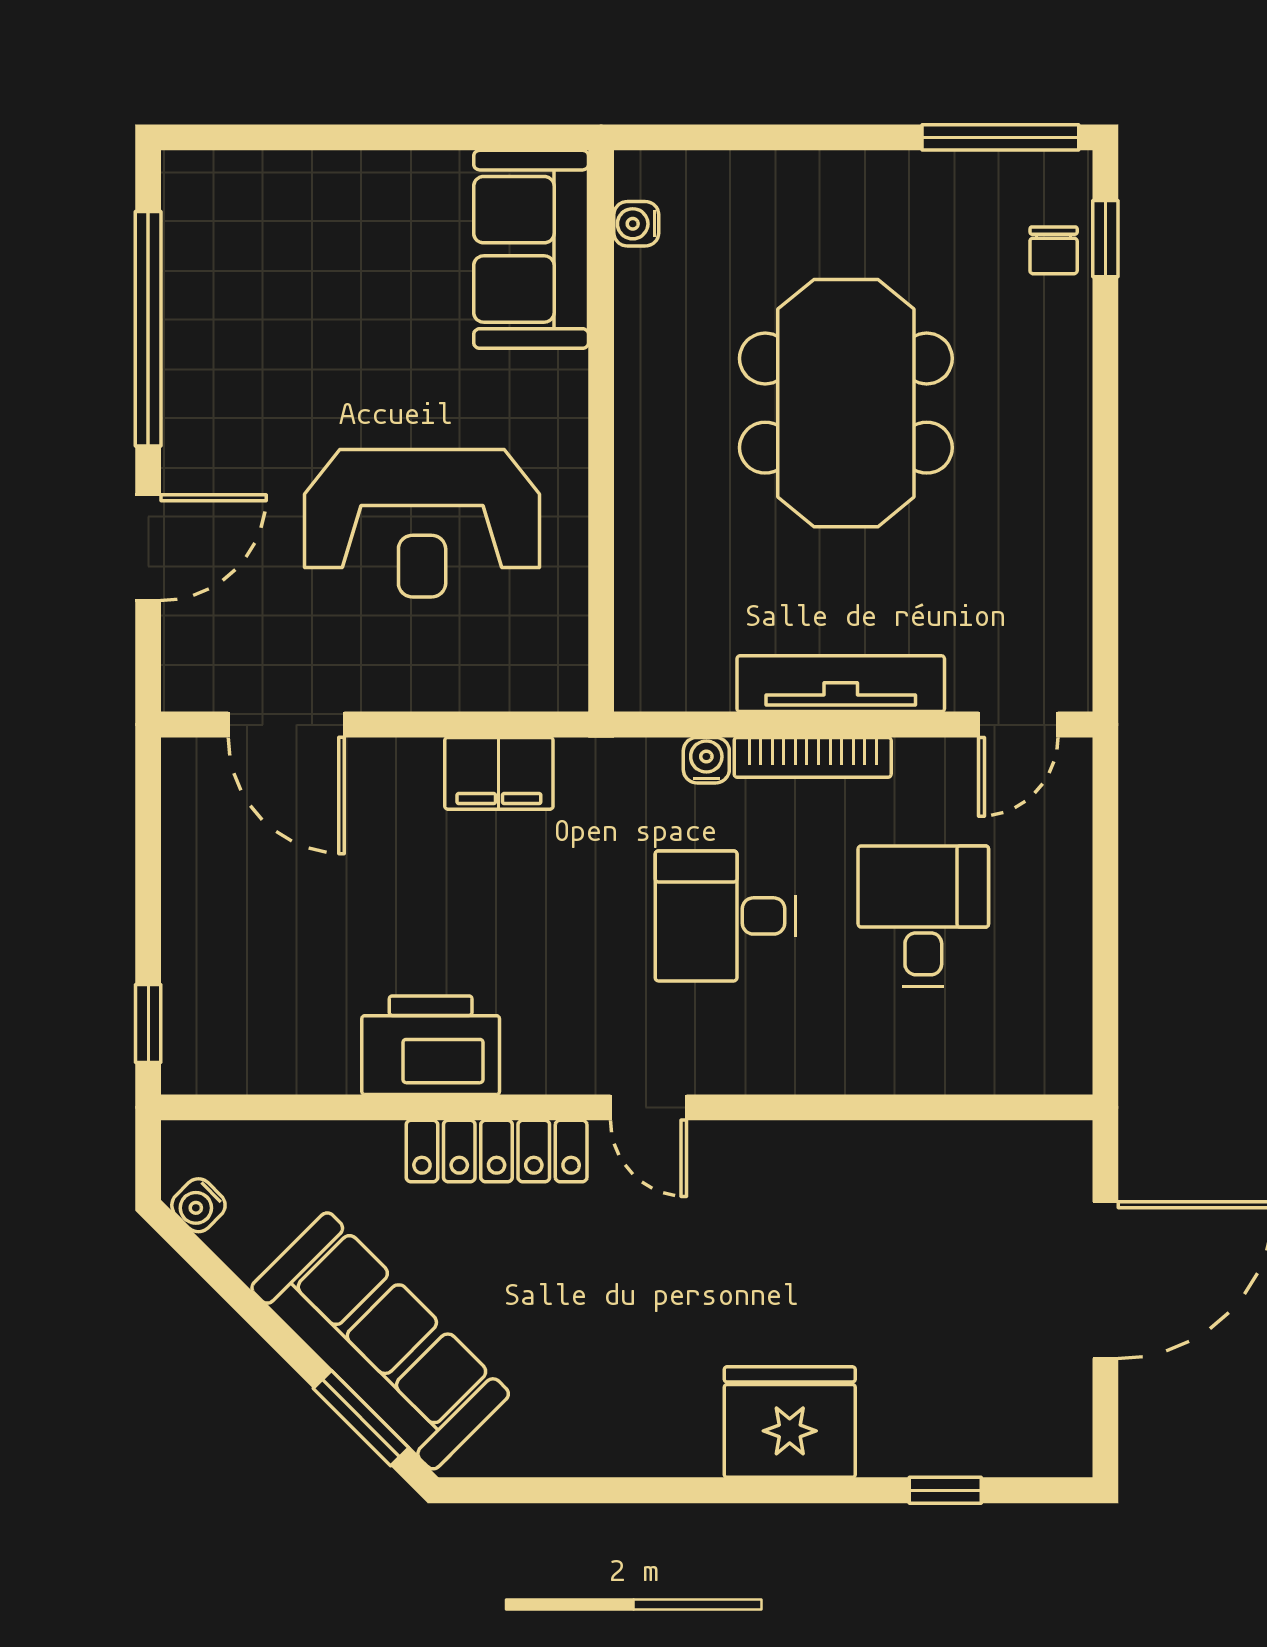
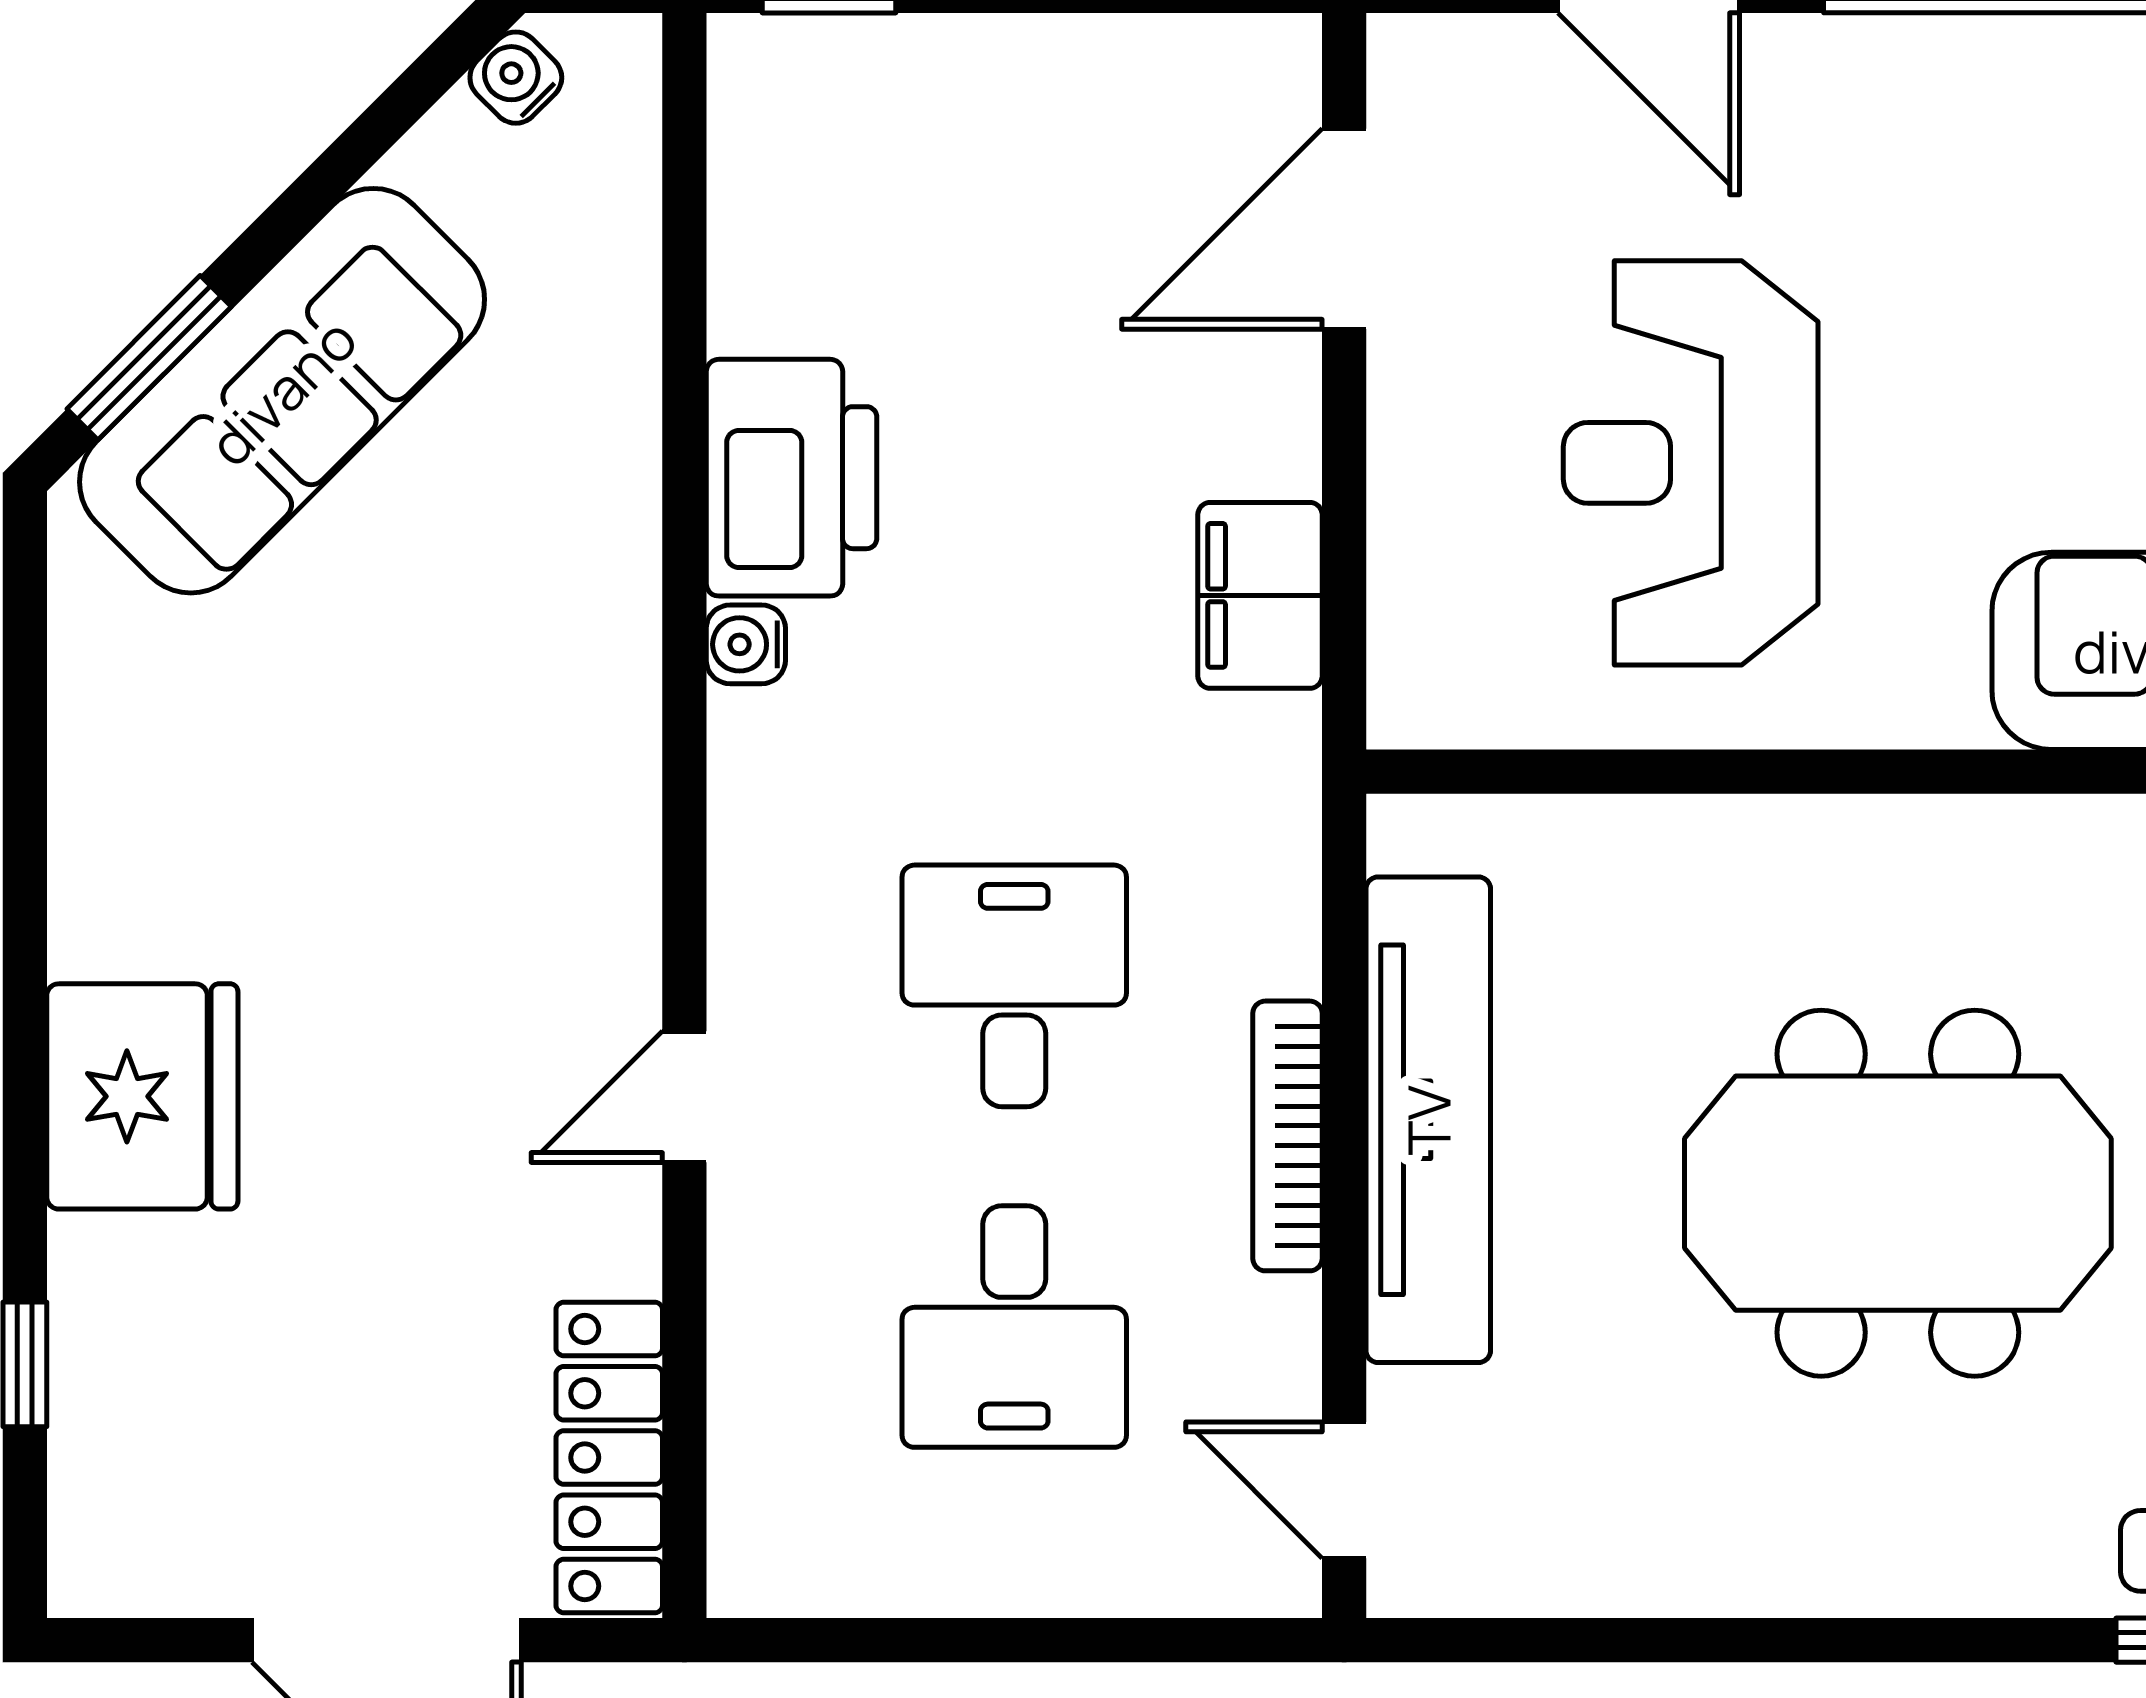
tv unit: (841, 684) -> (1428, 1120), width x1.36, depth x1.29
water cooler: (706, 760) -> (746, 644), moved, turned 180
desk: (923, 916) -> (1014, 1327), turned 90
door: (649, 1107) -> (684, 1097), moved
locker: (497, 1151) -> (609, 1457), moved

